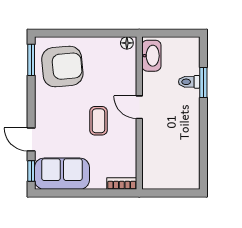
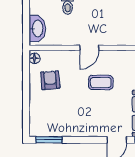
washbasin: (151, 56) -> (37, 28), moved, turned 90
armchair: (62, 67) -> (50, 80), moved, width x0.53, depth x0.53

